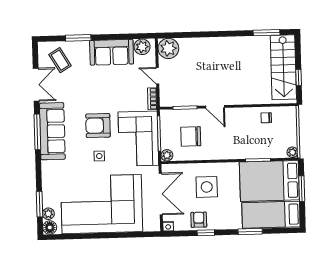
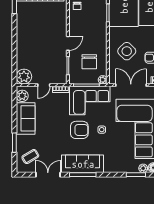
armchair: (98, 126) -> (79, 130), turned -90
side table: (207, 187) -> (127, 51), turned 45

